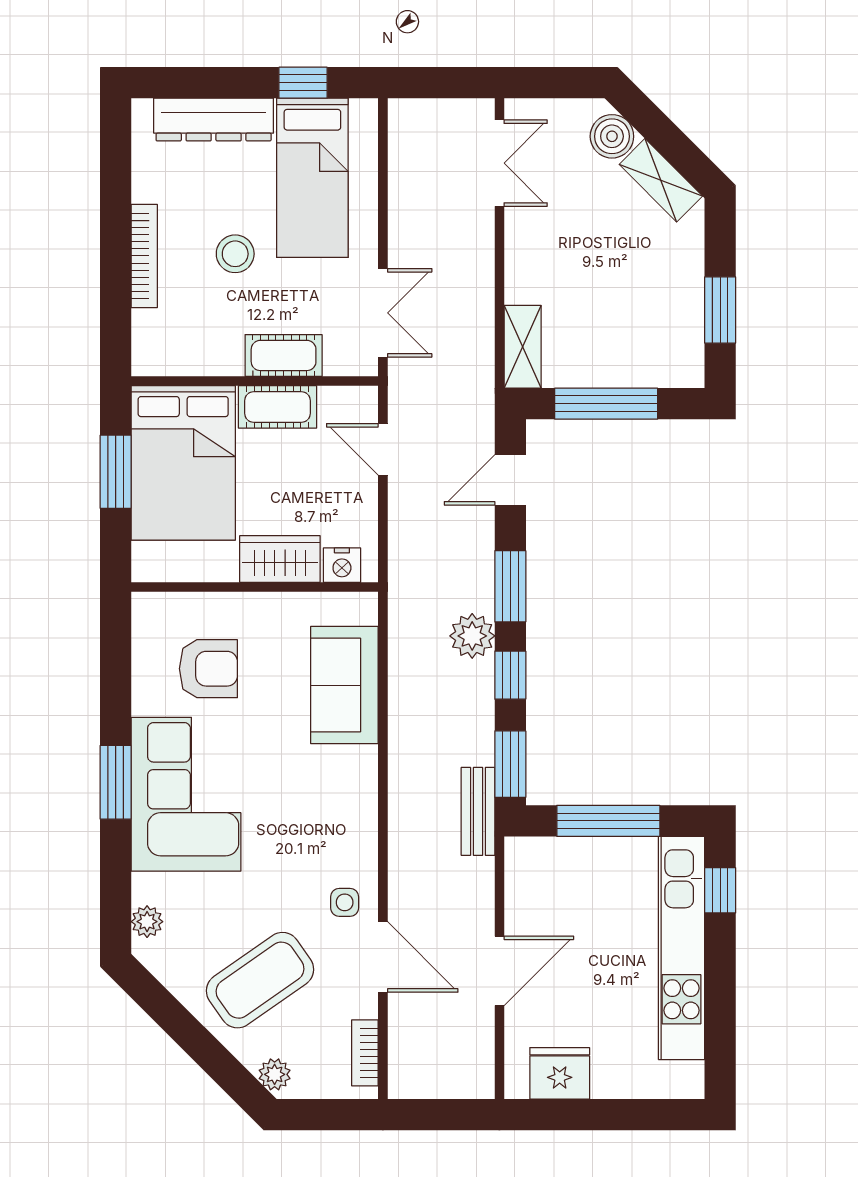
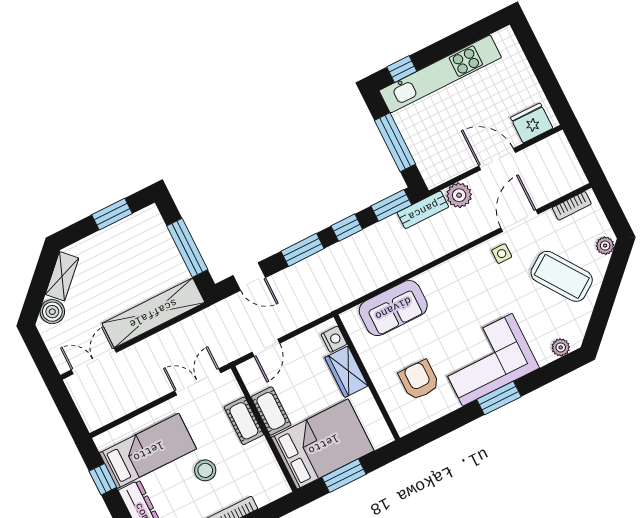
shelving: (523, 347) -> (153, 313), width x2.20, depth x1.33
plant: (472, 636) -> (459, 195), moved
fridge: (560, 1073) -> (532, 123), moved, turned 90

